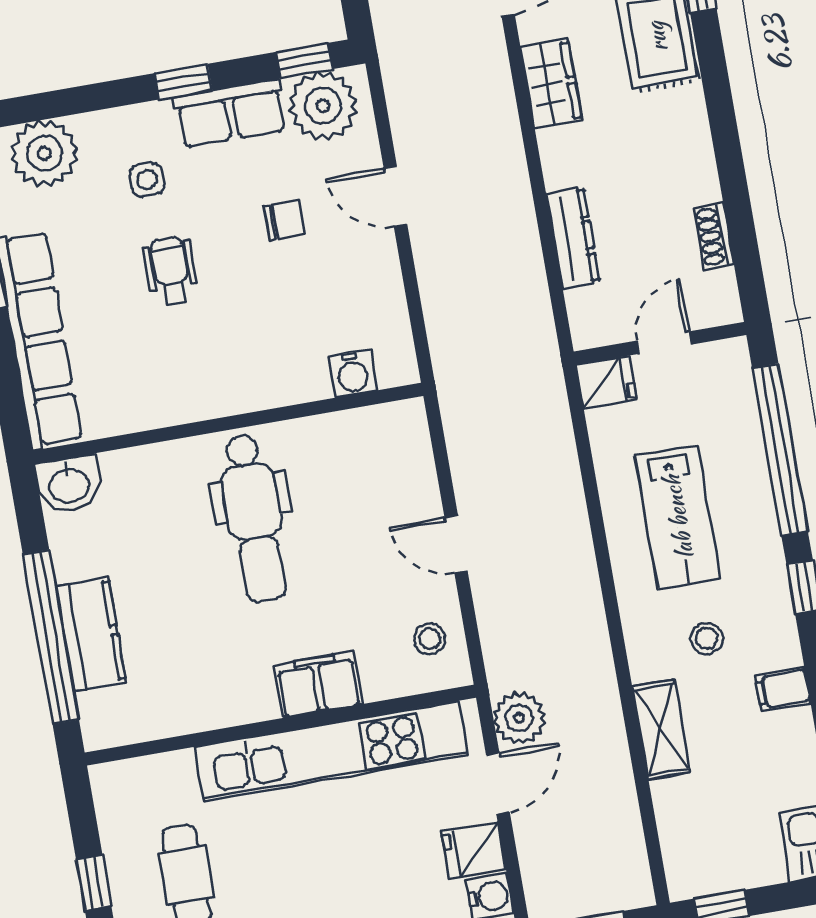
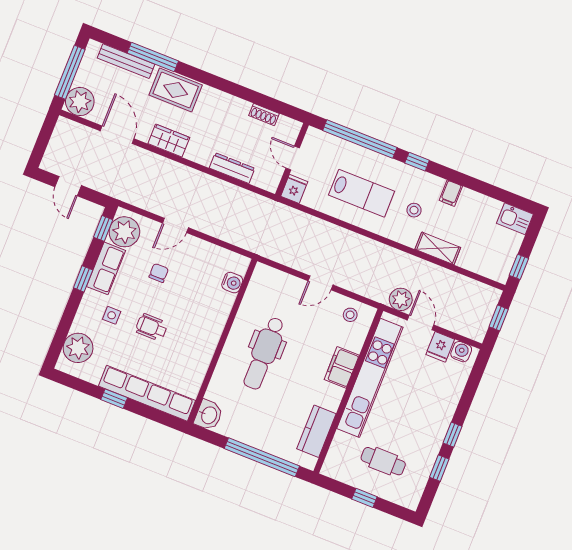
dental chair: (254, 518) -> (264, 353), turned 90
kitchen counter: (91, 634) -> (316, 431), moved, turned -90

